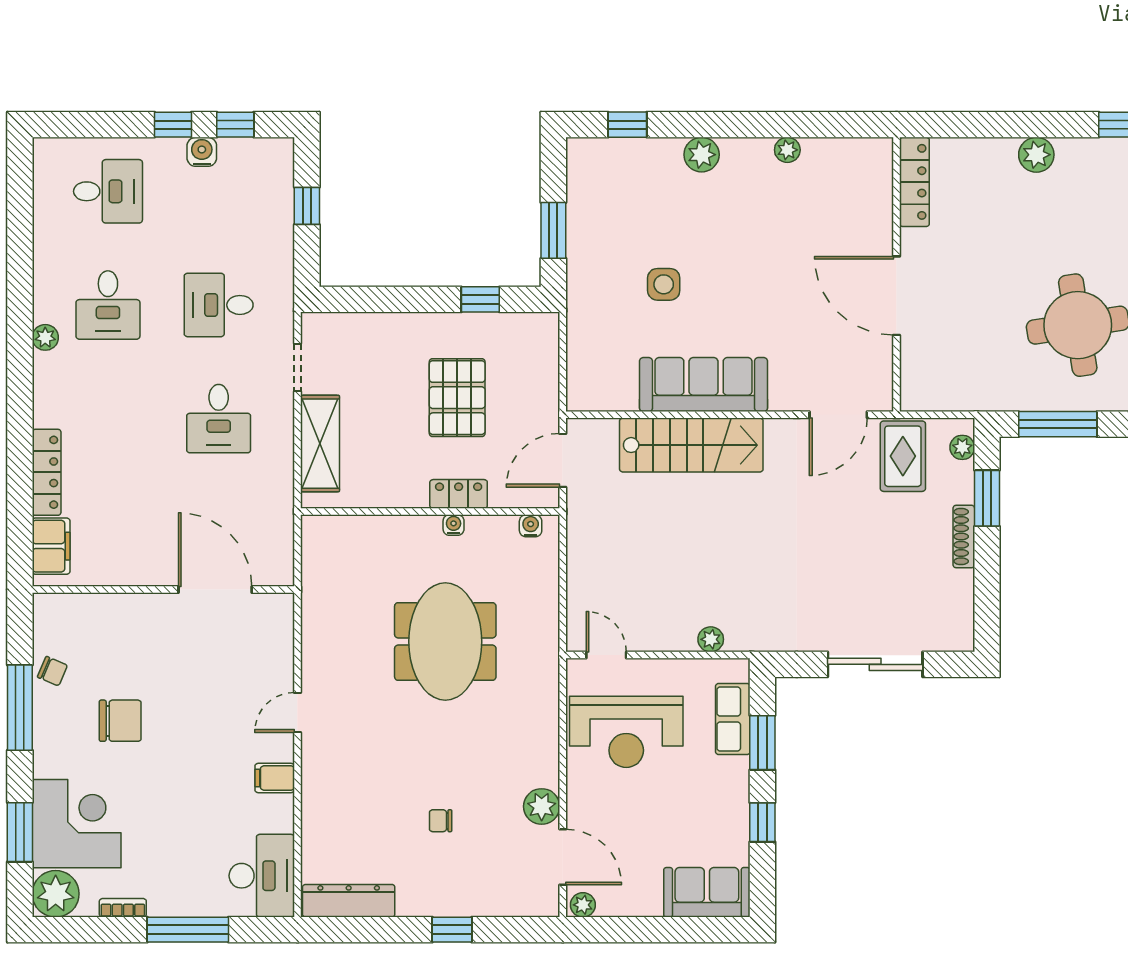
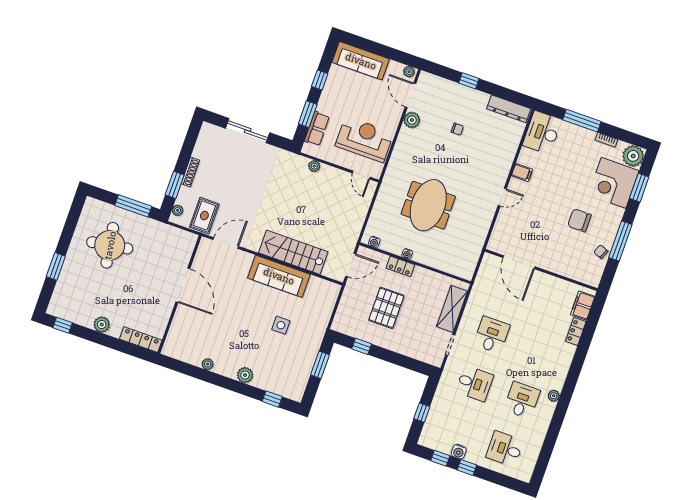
locker: (914, 182) -> (141, 340), moved, turned 90
locker: (47, 472) -> (576, 331), width x0.66
sofa: (707, 892) -> (361, 61), width x1.36

